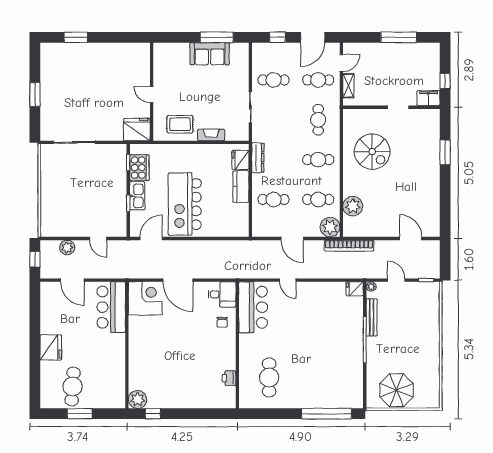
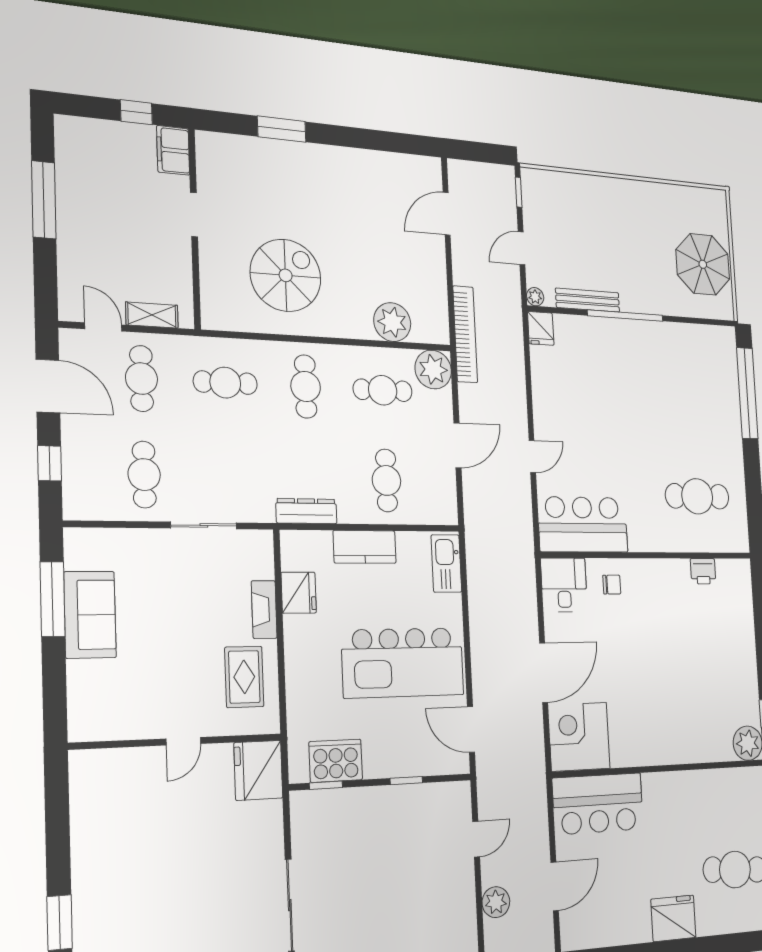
fridge: (240, 160) -> (299, 593), moved, turned -90
kitchen sink: (137, 196) -> (446, 564), moved, turned -90
cafe table: (318, 199) -> (383, 390), turned 90

